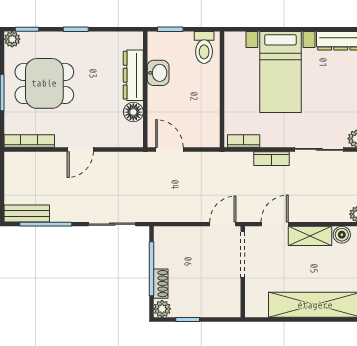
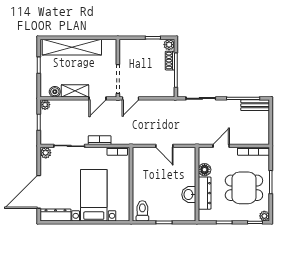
washbasin: (158, 73) -> (189, 195), moved
dresser: (133, 75) -> (205, 193), moved
wall: (145, 89) -> (197, 184), moved
floor lamp: (133, 112) -> (205, 170), moved

